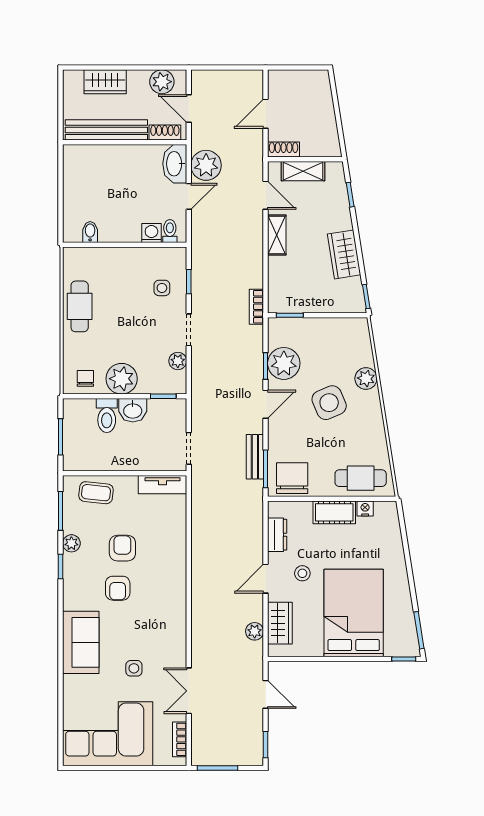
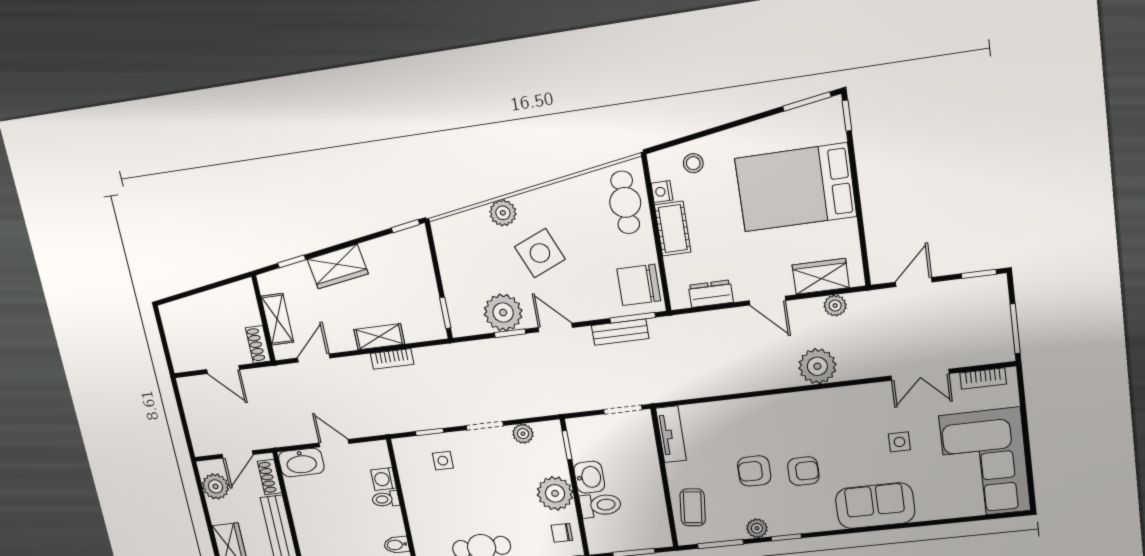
plant: (206, 165) -> (817, 366), moved
toilet: (170, 231) -> (386, 499), moved
shelving: (277, 235) -> (379, 337), moved
wardrobe: (344, 254) -> (338, 267), moved
bookcase: (256, 307) -> (392, 359), moved
stool: (302, 573) -> (693, 163), moved

